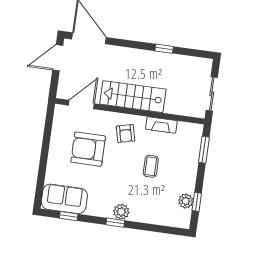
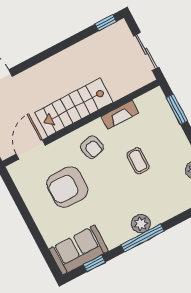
window: (164, 49) -> (106, 23), moved
window: (115, 223) -> (143, 238), width x2.17

